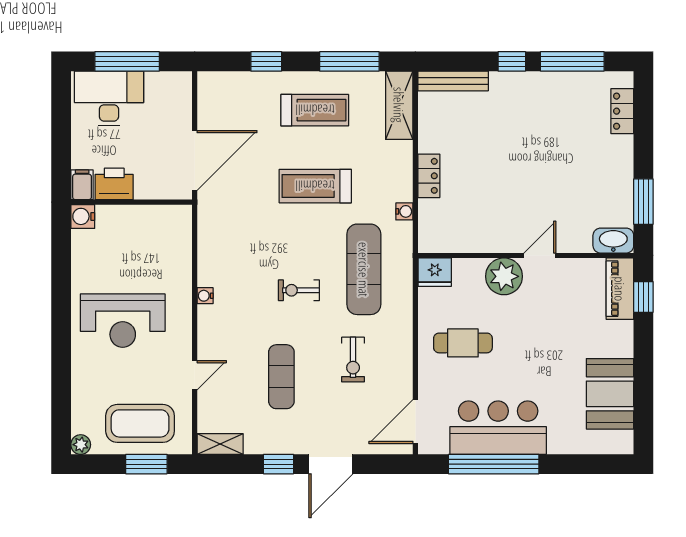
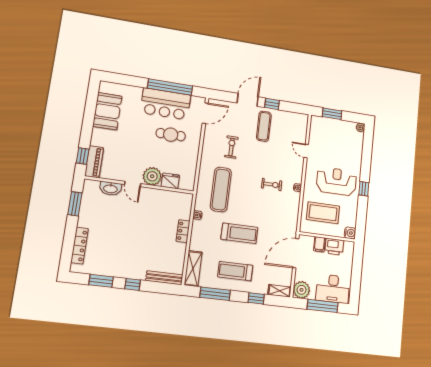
window: (572, 61) -> (101, 281), width x0.69
plant: (175, 89) -> (302, 290), added
locker: (622, 111) -> (80, 246), width x1.53
filing cabinet: (82, 185) -> (319, 244), moved
washbasin: (613, 241) -> (110, 189), moved
door: (540, 255) -> (133, 184), hinge flipped
fridge: (435, 272) -> (170, 181), moved
exercise bike: (299, 290) -> (272, 184), moved
window: (61, 313) -> (364, 189), added
cafe table: (463, 343) -> (171, 135), moved
door: (195, 375) -> (306, 151), hinge flipped
exercise mat: (281, 377) -> (264, 126), moved
coffee table: (140, 423) -> (323, 213), moved
shelving: (220, 444) -> (279, 291), moved

